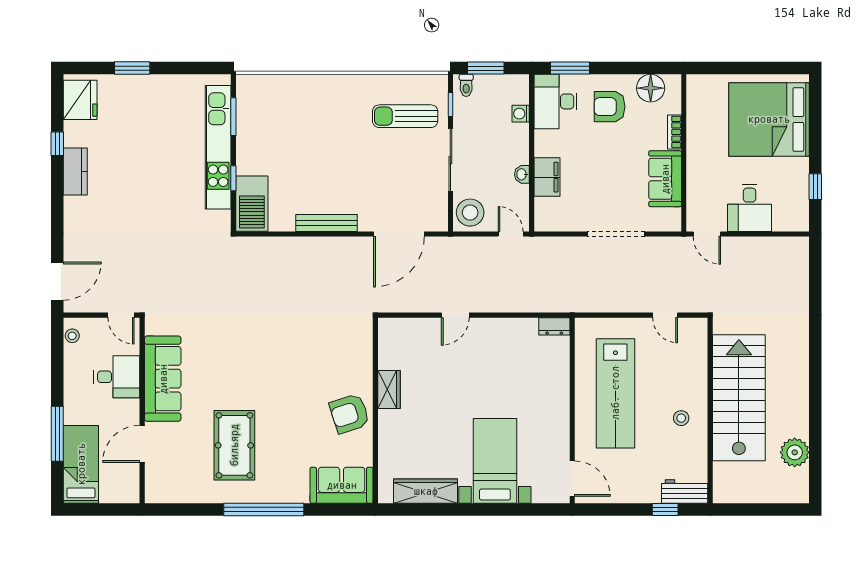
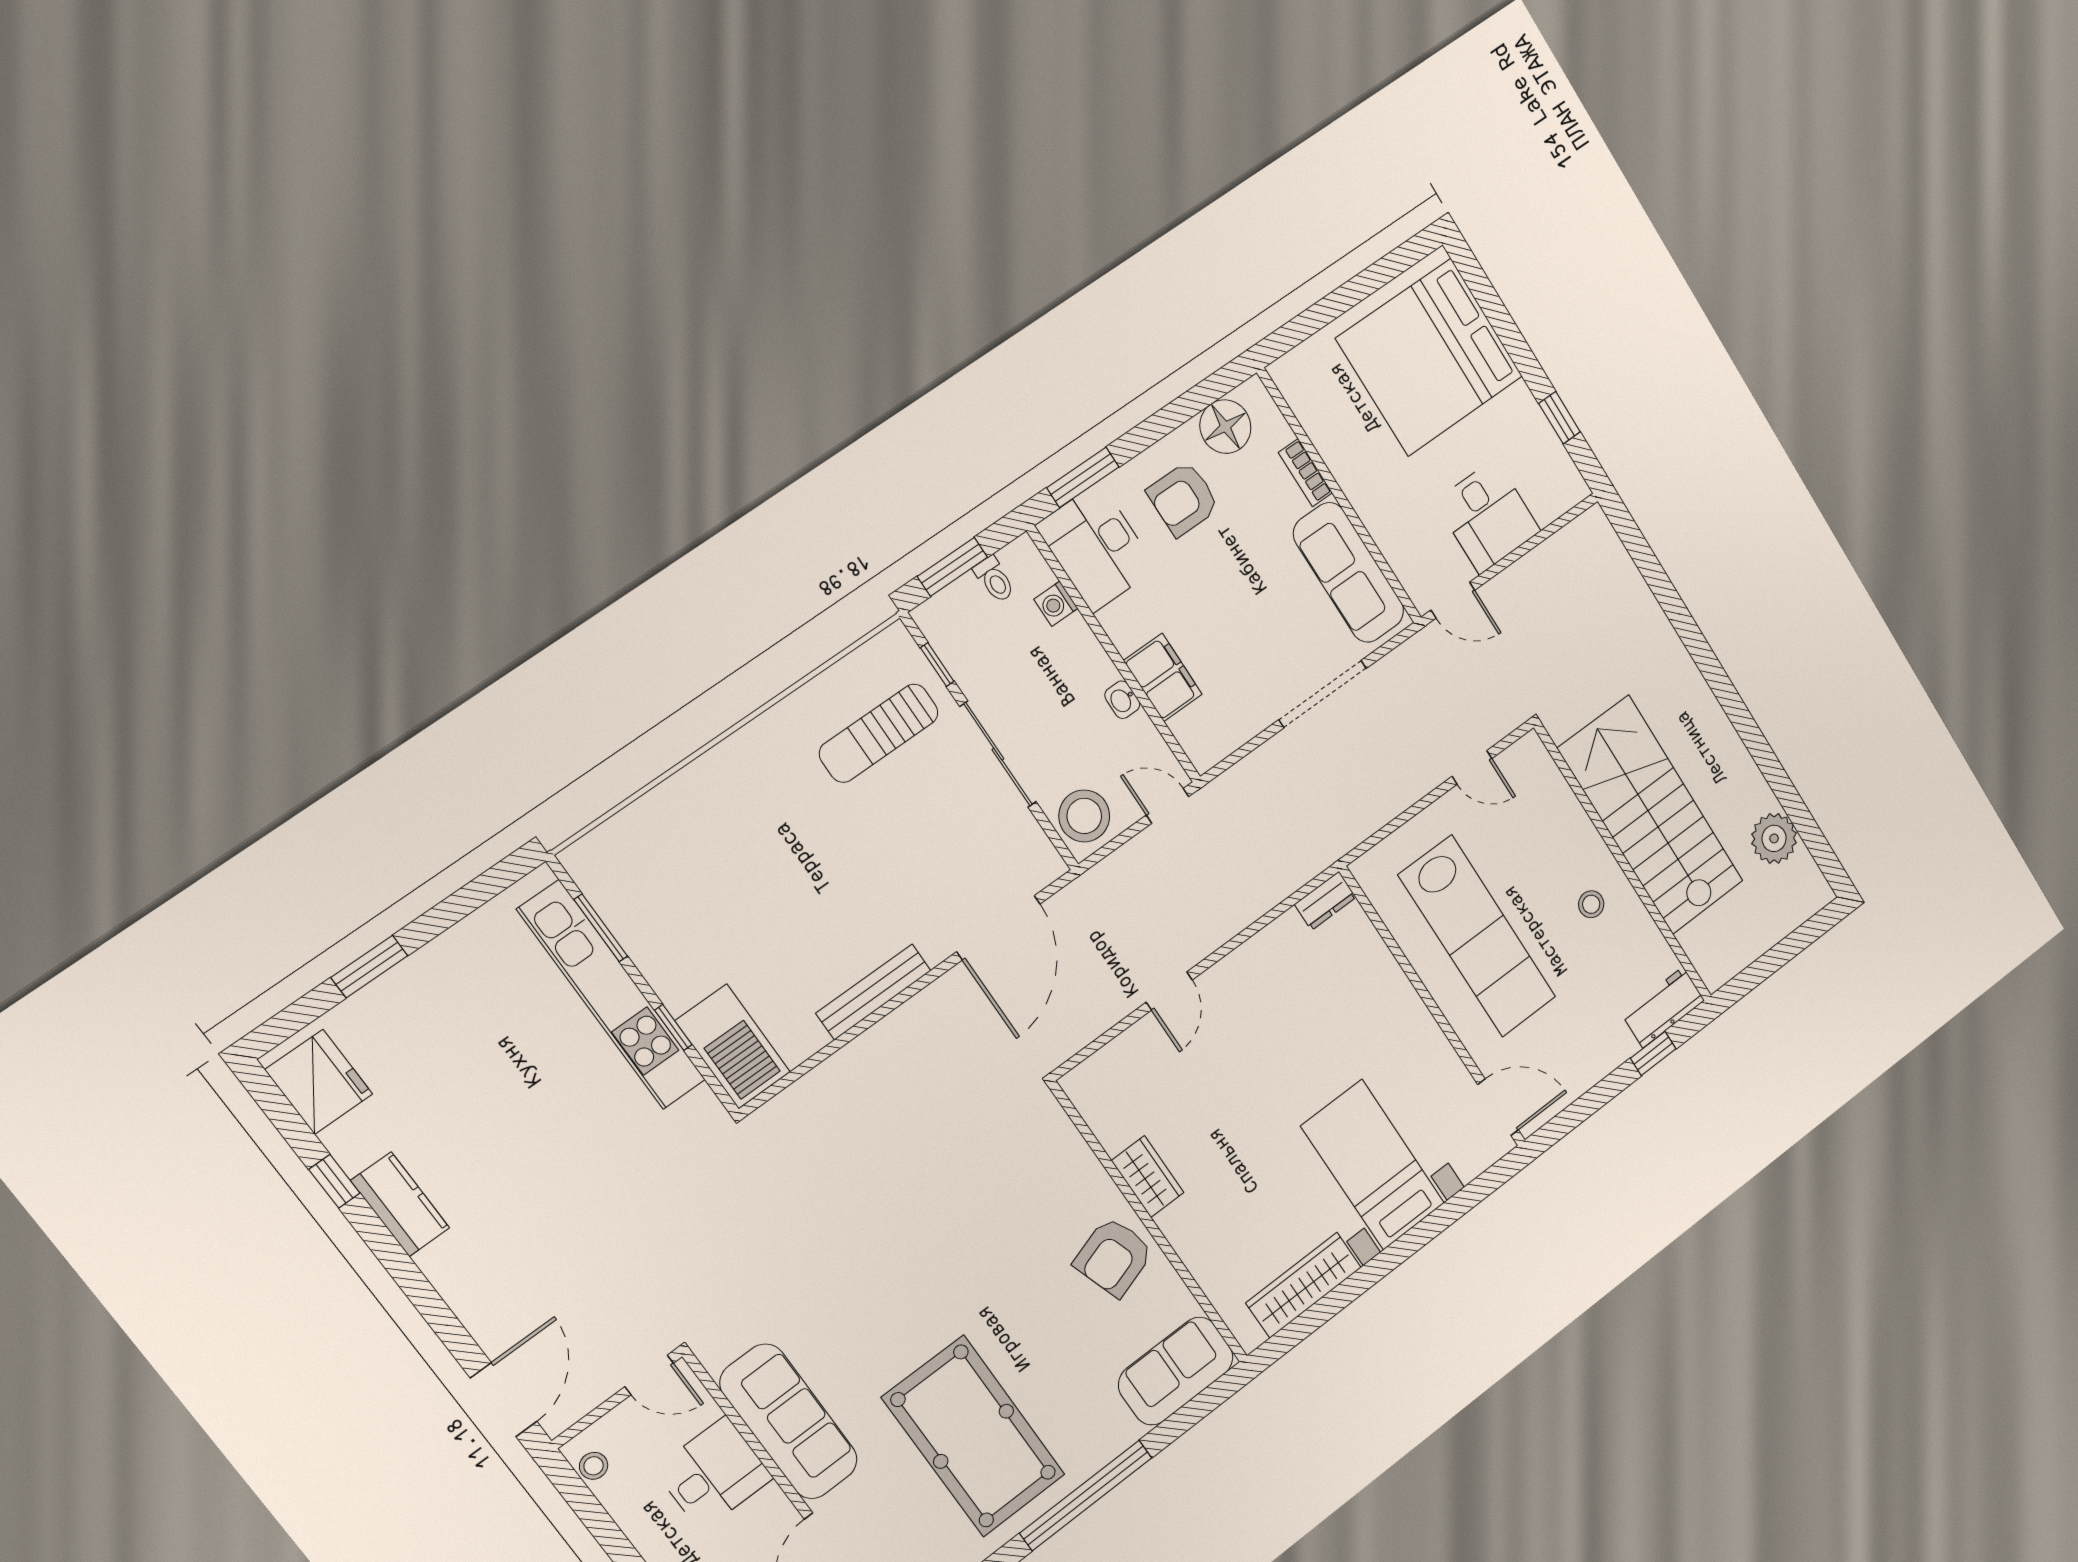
toilet: (466, 85) -> (994, 579), moved
sofa: (665, 179) -> (1349, 573), width x1.36
pool table: (234, 445) -> (974, 1436), width x1.36, depth x1.32

